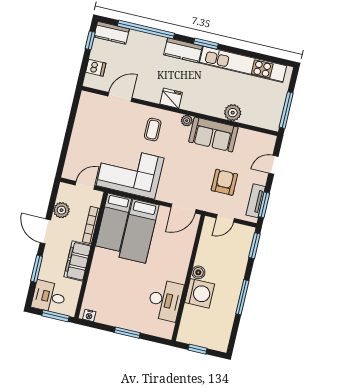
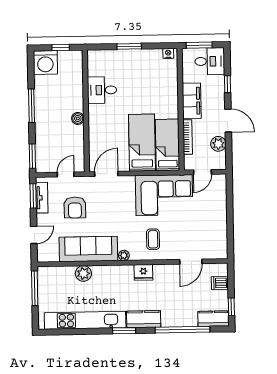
sofa: (213, 135) -> (88, 249), width x1.36
window: (37, 269) -> (228, 84), width x0.67
washing machine: (200, 293) -> (45, 62), moved, turned -90
desk: (165, 300) -> (102, 90), width x0.73

